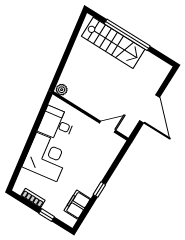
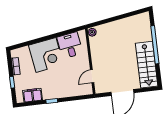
stairs: (113, 43) -> (147, 65), moved
door: (108, 127) -> (92, 76), swing flipped

